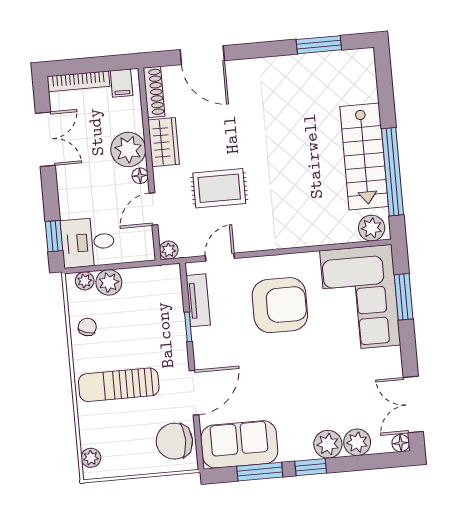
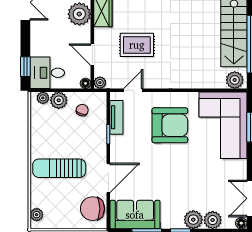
floor lamp: (140, 176) -> (85, 83), moved
door: (153, 209) -> (92, 55), hinge flipped
chair: (87, 327) -> (82, 110), moved

